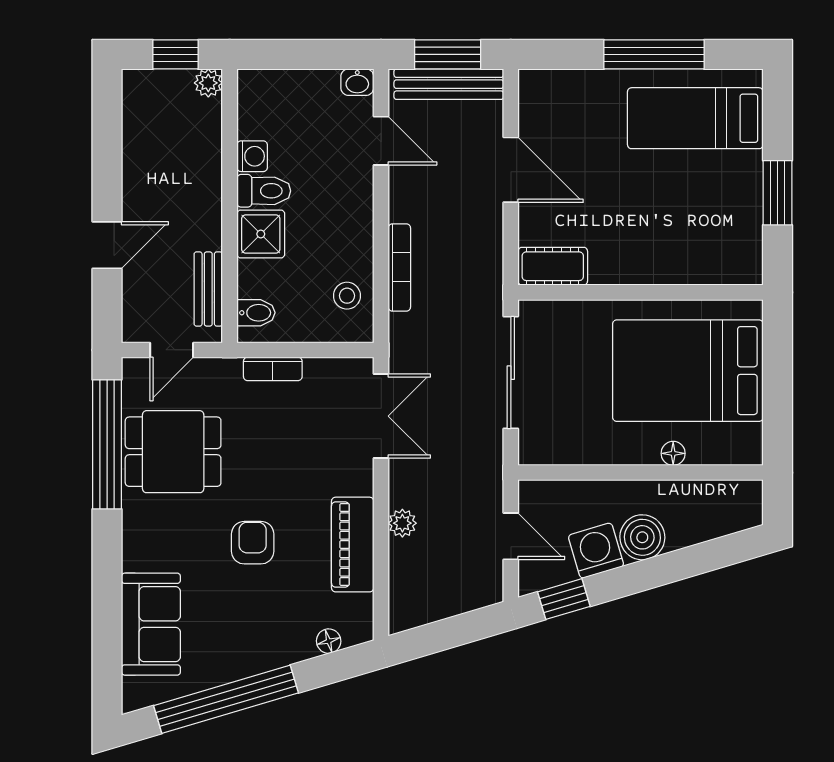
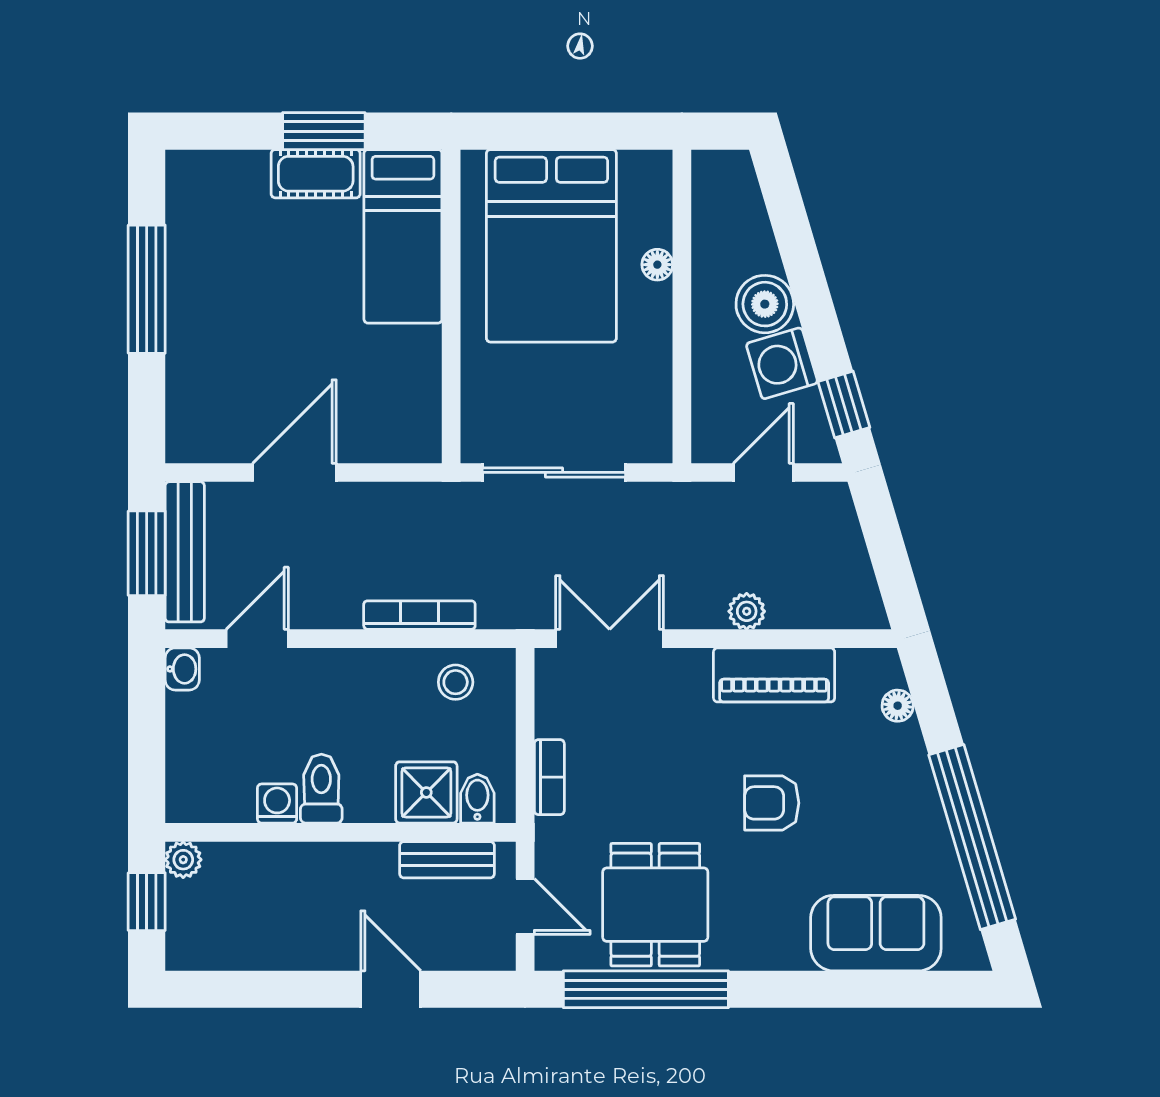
bed: (695, 118) -> (403, 236), moved
shower: (261, 234) -> (426, 792), moved
cot: (553, 266) -> (316, 174), moved, turned 90

